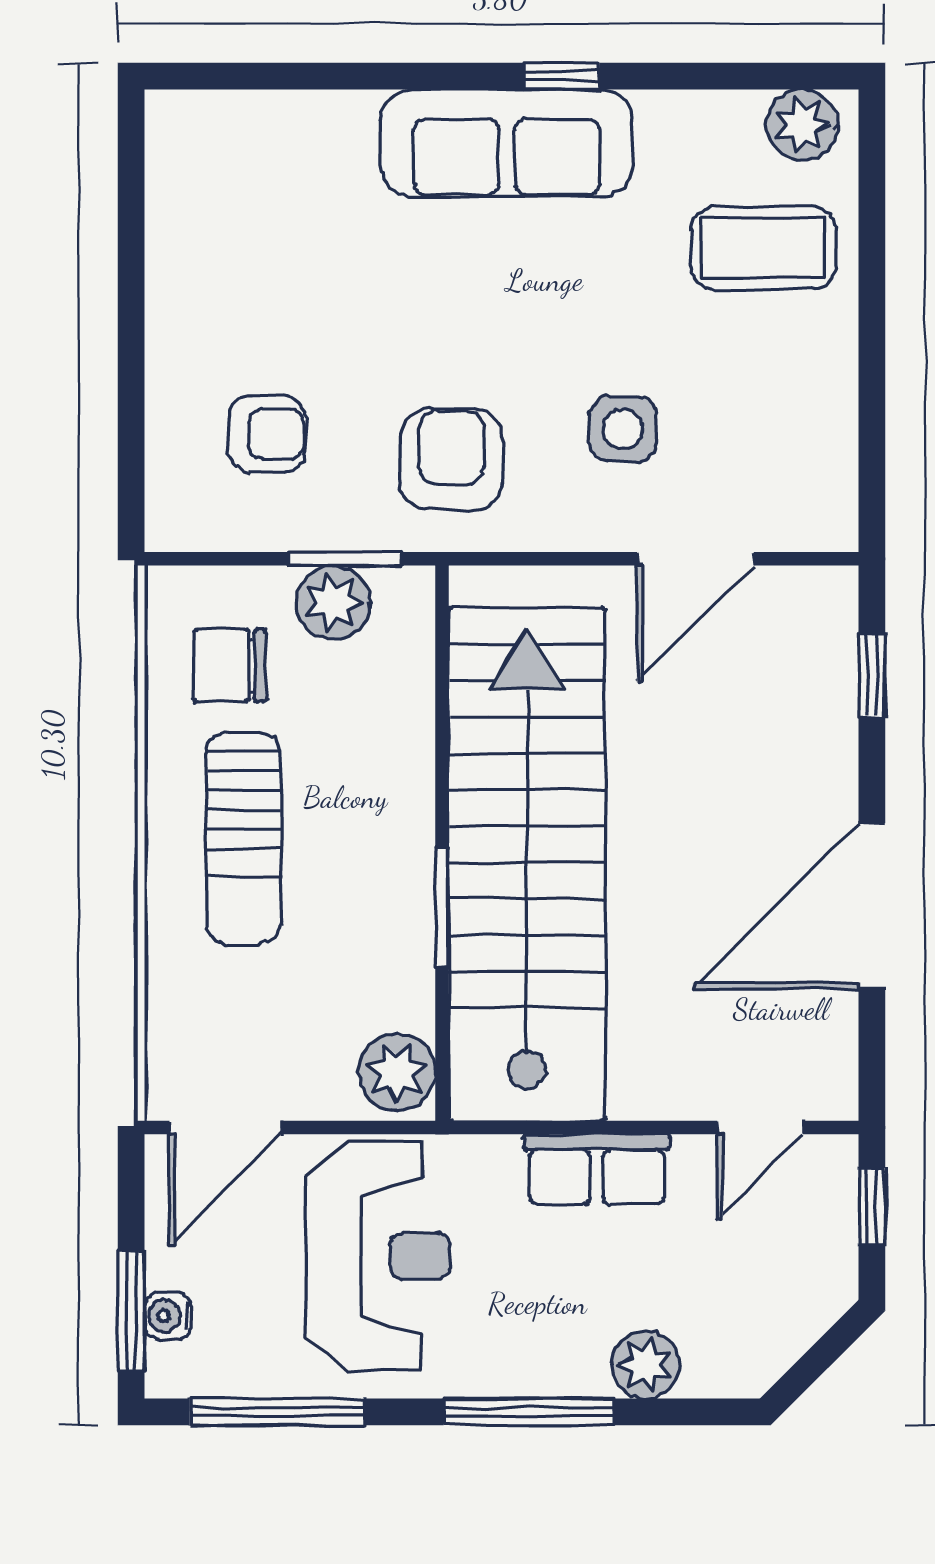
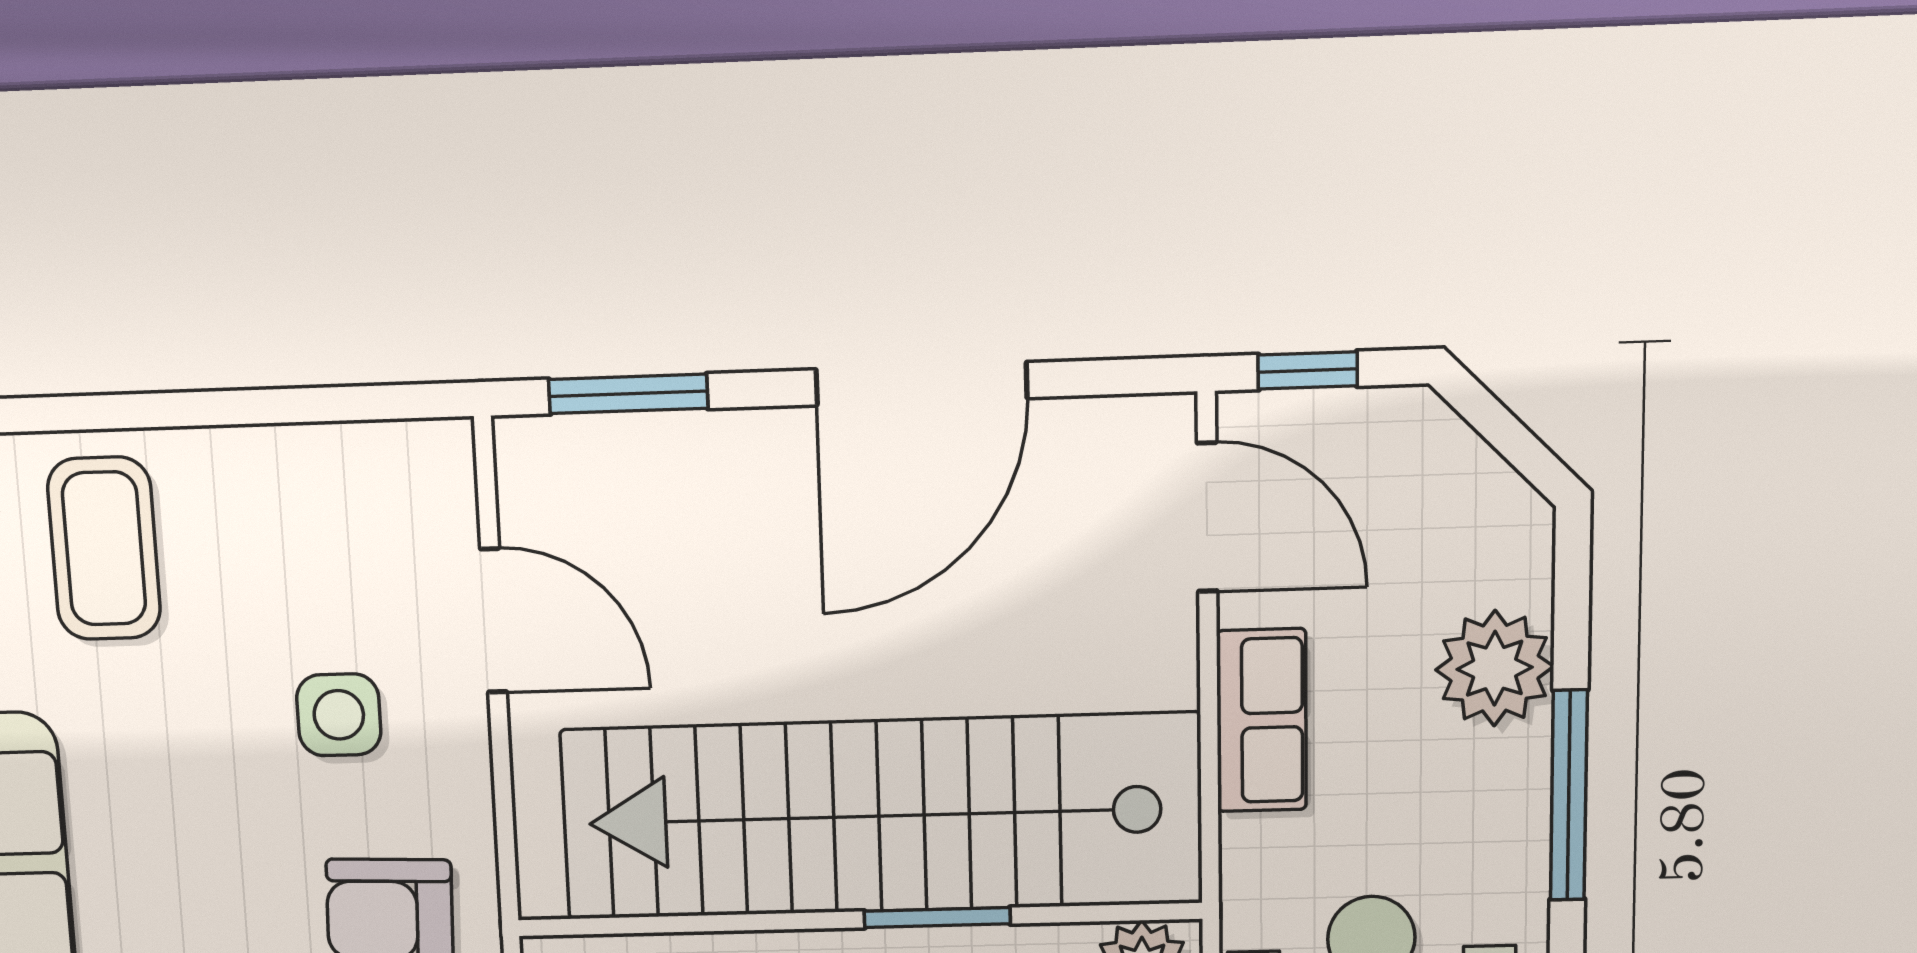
window: (872, 675) -> (628, 394), width x1.50
door: (872, 906) -> (921, 384), hinge flipped
door: (760, 1128) -> (1207, 517), width x1.38
plant: (645, 1365) -> (1495, 668), width x1.36, depth x1.36

